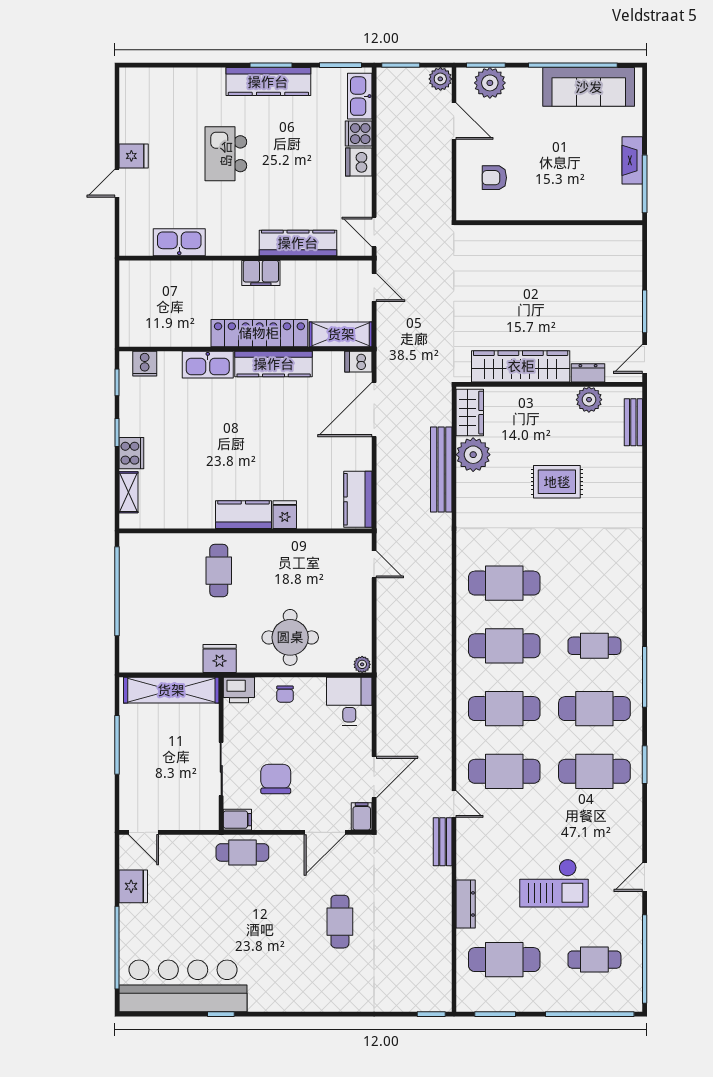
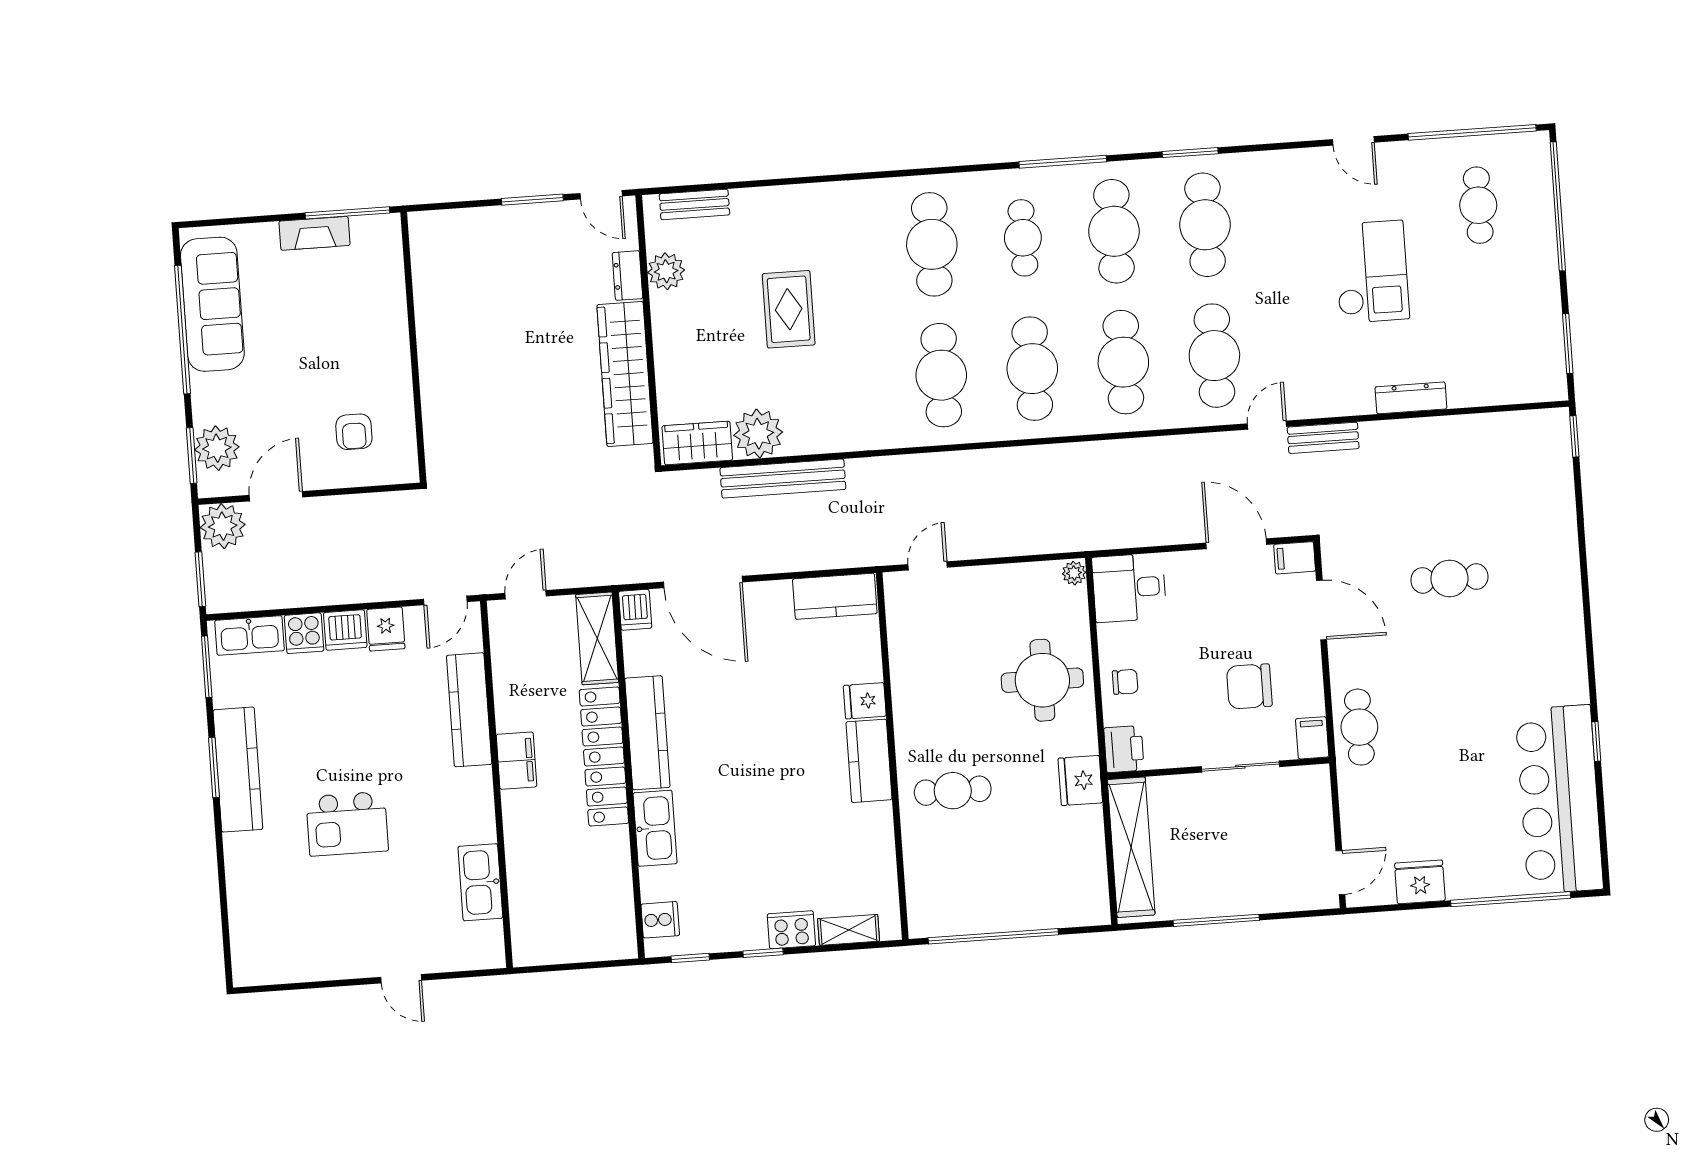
plant: (440, 79) -> (223, 526), width x1.36, depth x1.36
fridge: (134, 156) -> (386, 629), moved, turned 180
cafe table: (504, 960) -> (932, 244), moved

